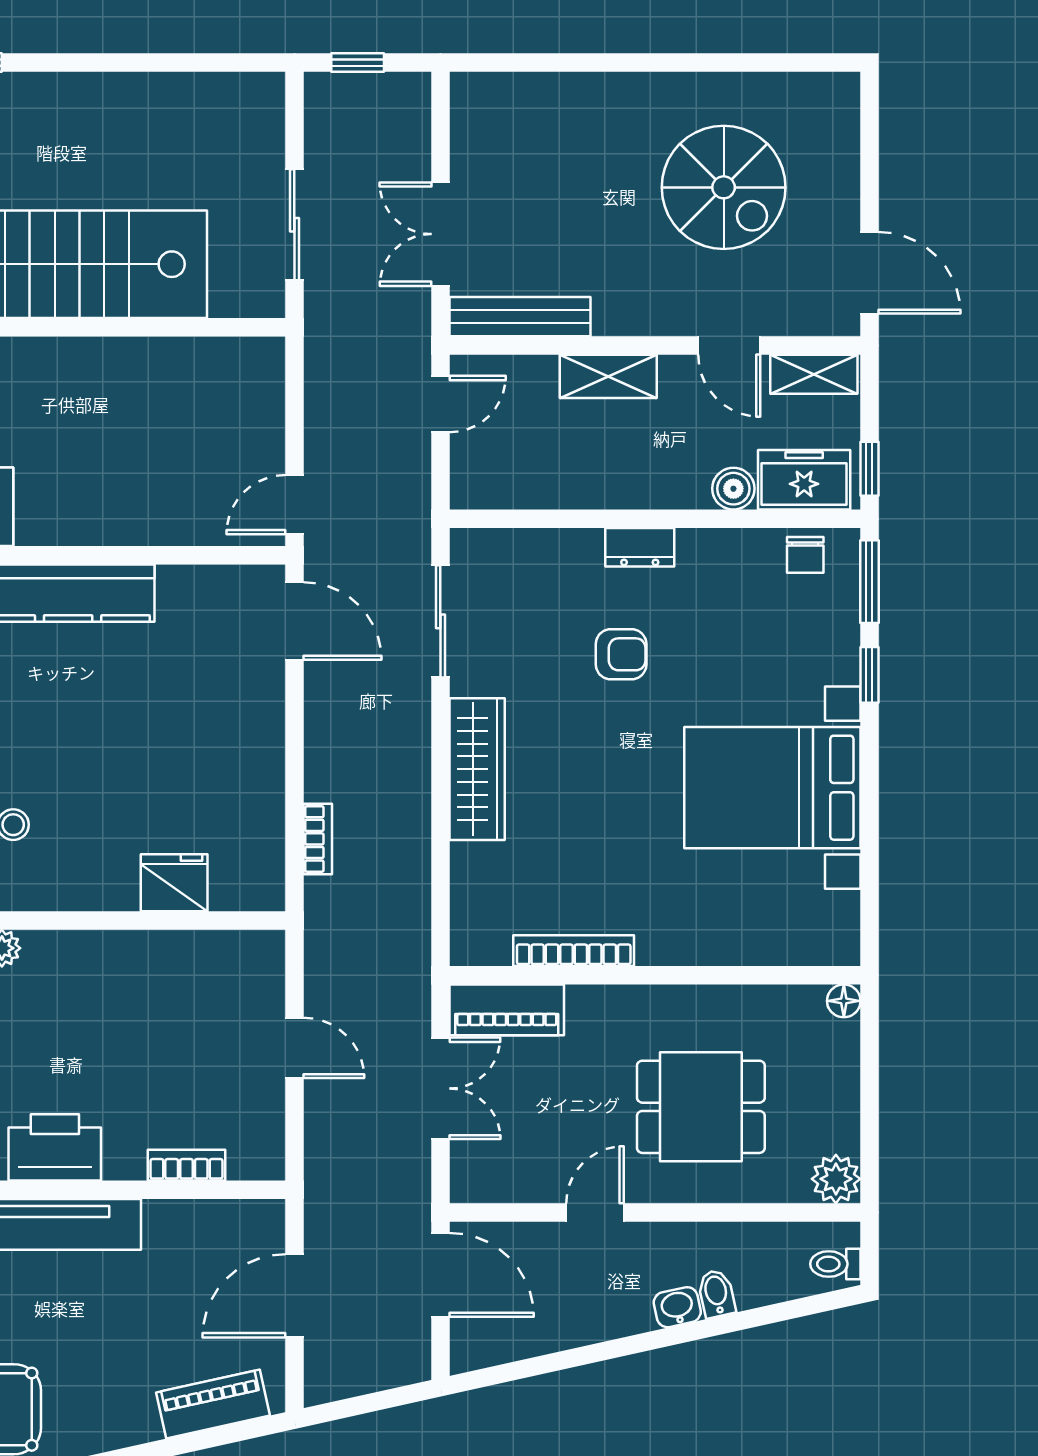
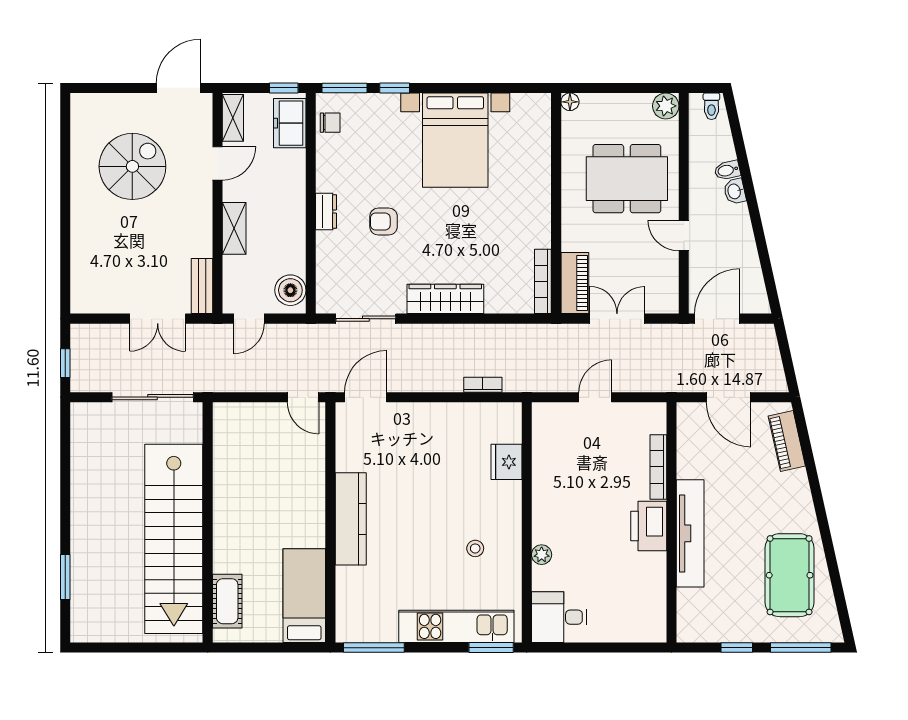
sliding door: (294, 225) -> (153, 397), width x1.37
bench: (520, 317) -> (202, 286), width x0.73
door: (440, 404) -> (249, 319), swing flipped
boiler: (733, 489) -> (290, 290), moved, width x1.36, depth x1.36
armchair: (621, 654) -> (384, 222), turned -90
bookcase: (574, 951) -> (543, 281), moved
dining table: (701, 1107) -> (627, 179), width x1.38
bookcase: (186, 1165) -> (658, 467), width x1.56

